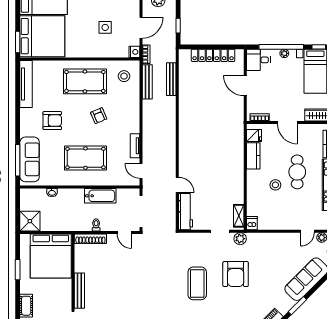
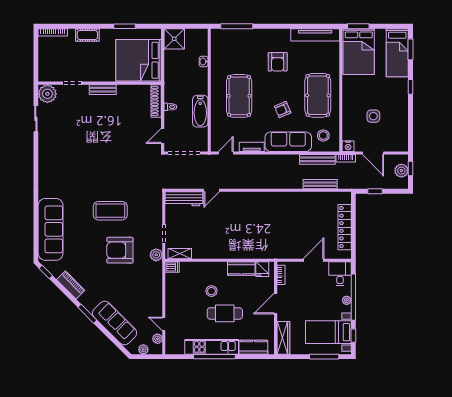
bed: (42, 36) -> (359, 52), width x0.73
sofa: (30, 159) -> (288, 142), moved, turned 180
bench: (79, 291) -> (103, 90), width x0.73

